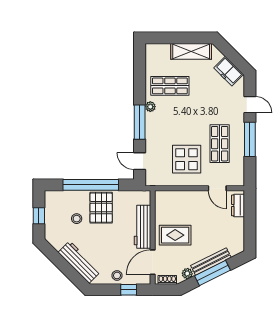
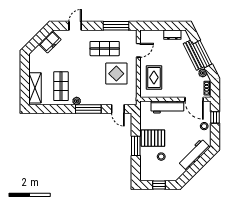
shelving: (191, 51) -> (35, 88), moved
window: (250, 139) -> (116, 26), moved
door: (140, 161) -> (118, 109), hinge flipped
window: (91, 185) -> (136, 146), width x0.47
dresser: (238, 205) -> (172, 35), moved
rug: (175, 235) -> (154, 77), moved

